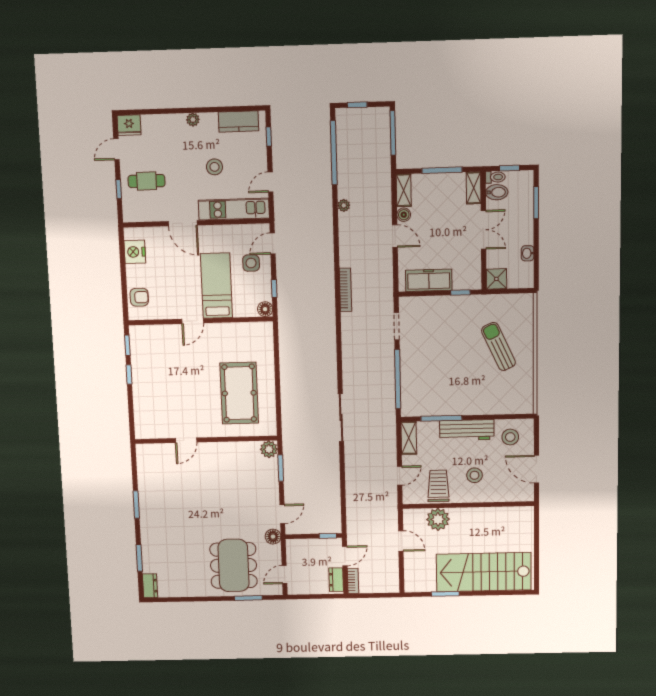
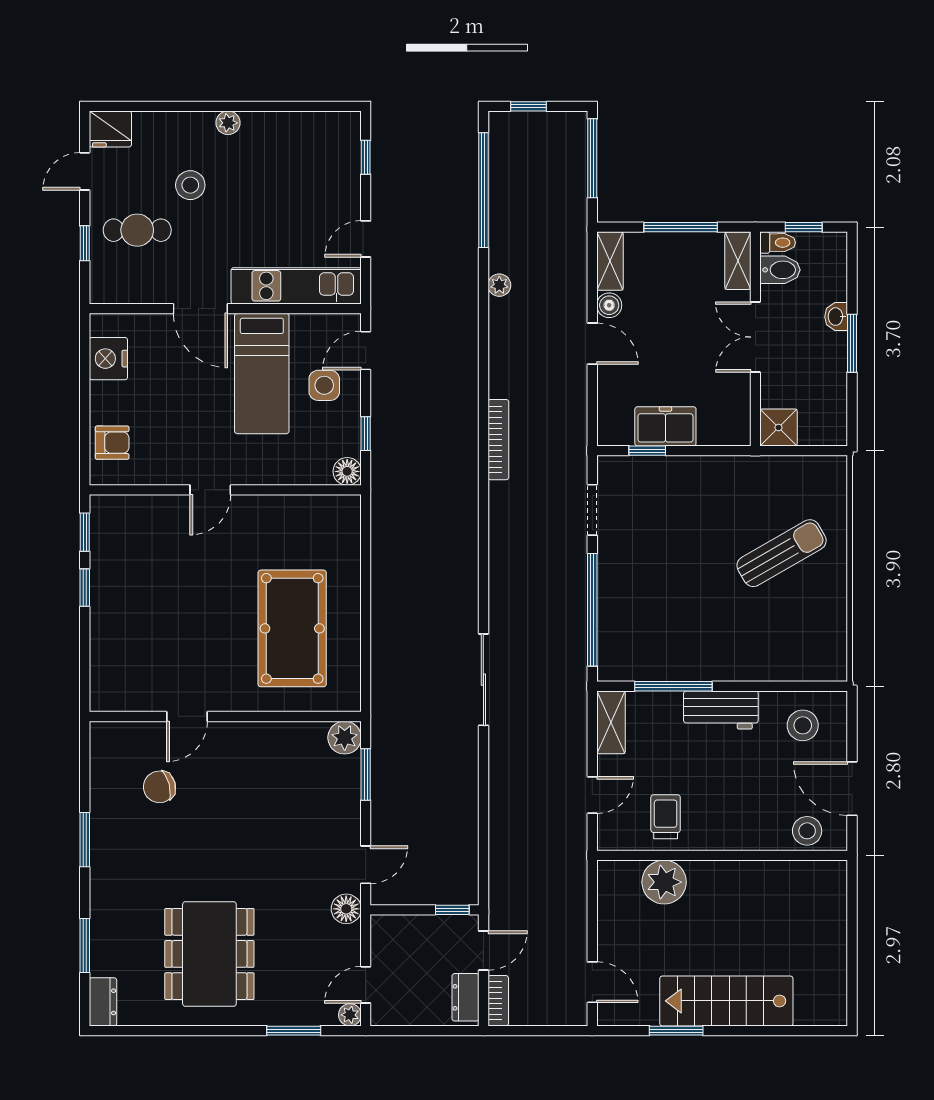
kitchen counter: (238, 121) -> (311, 129), removed
stool: (214, 167) -> (190, 185), moved
window: (536, 203) -> (852, 343), moved
double door: (483, 230) -> (755, 337), swing flipped
washbasin: (528, 253) -> (836, 317), moved
freezer: (429, 280) -> (665, 426), width x0.71
bed: (216, 286) -> (262, 374), moved, turned 180
window: (460, 292) -> (647, 451), moved
sun lounger: (498, 347) -> (782, 553), turned 85
workbench: (467, 430) -> (721, 710), width x0.73
stool: (475, 475) -> (807, 831), moved
chair: (173, 477) -> (159, 787), added
trolley: (438, 486) -> (666, 817), width x0.73, depth x0.72
door: (401, 541) -> (592, 982), moved
dining table: (233, 565) -> (209, 954), moved
stairs: (484, 572) -> (726, 1001), width x0.73, depth x0.66
plant: (277, 590) -> (350, 1015), added

